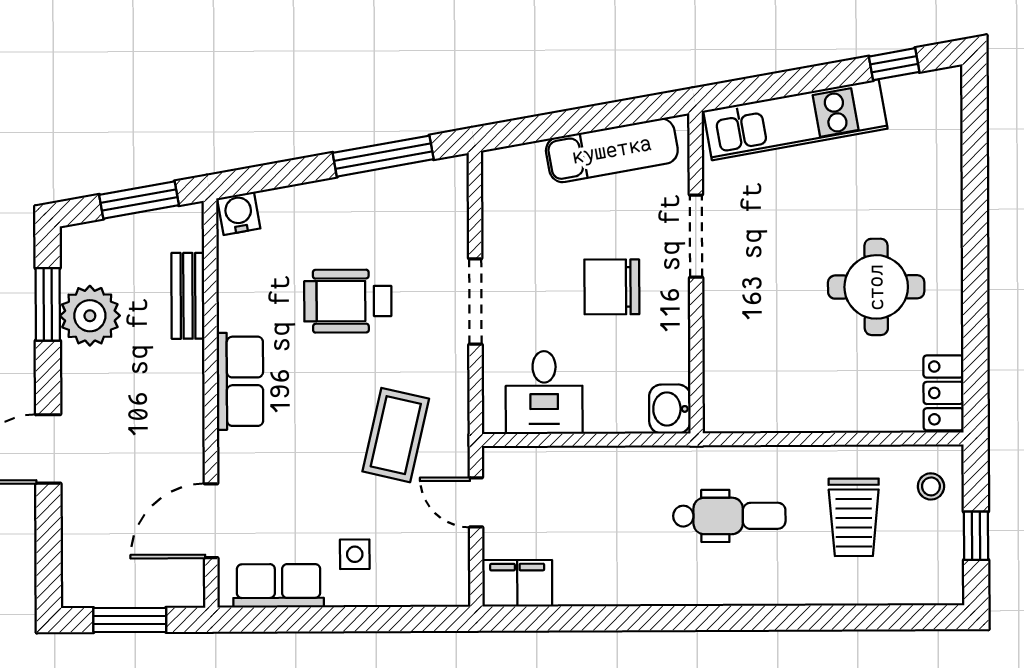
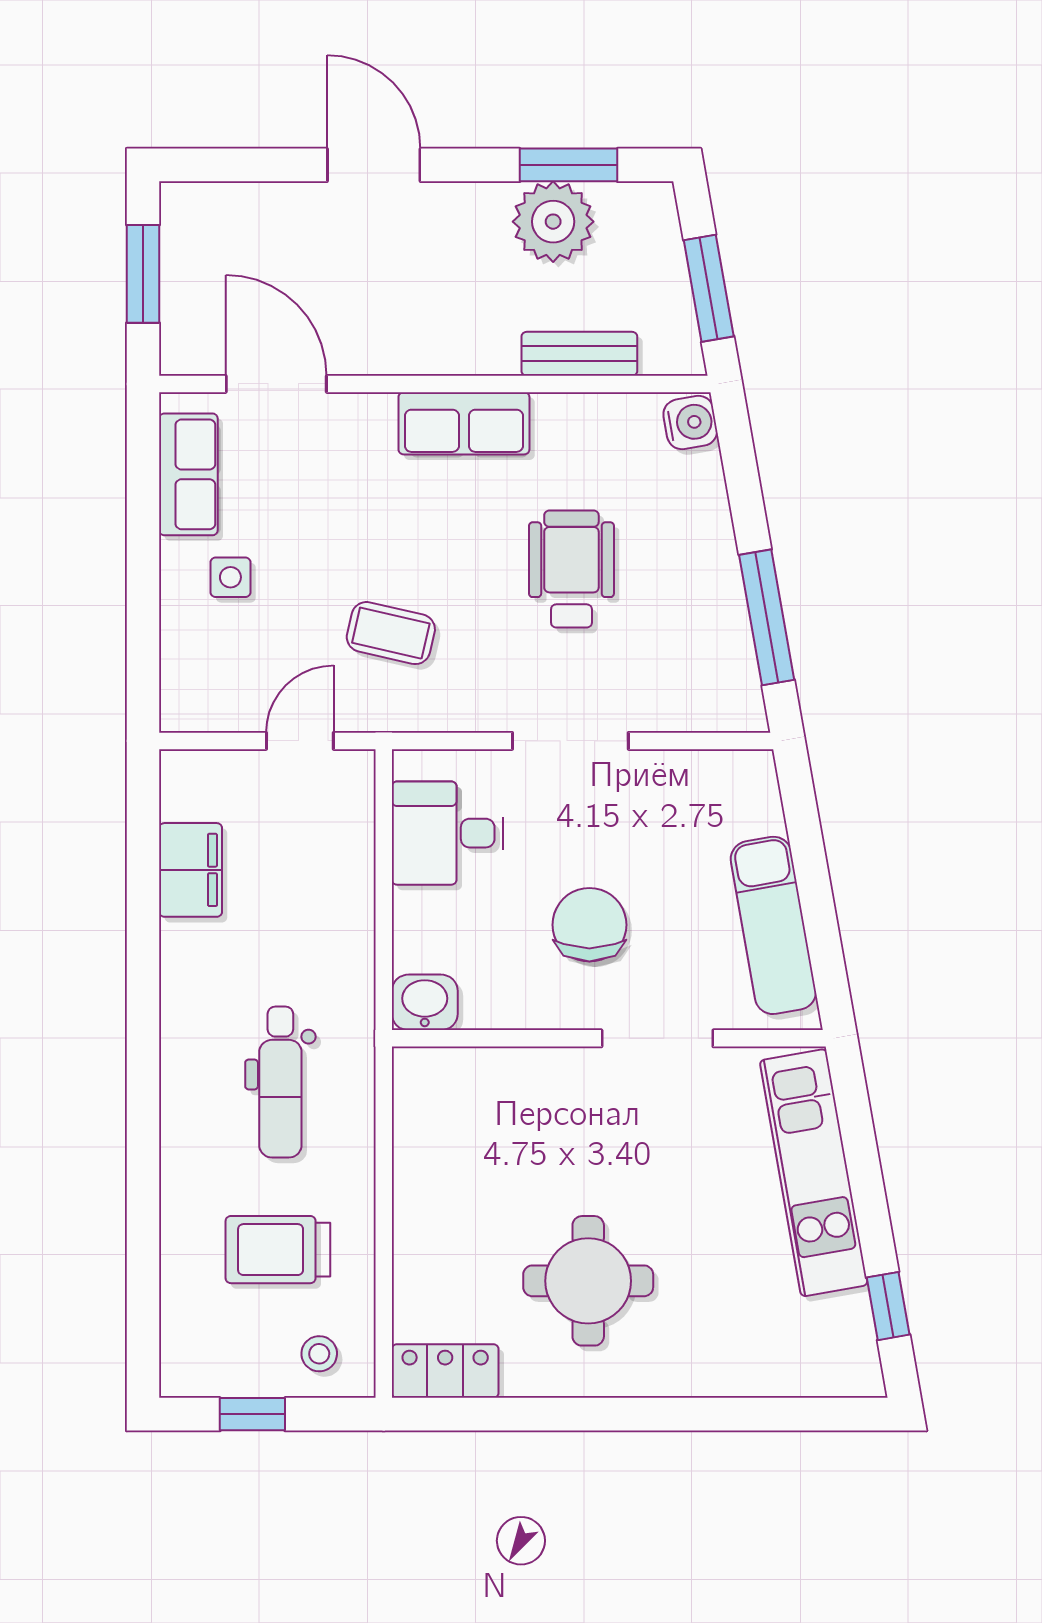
coffee table: (396, 435) -> (391, 633), width x0.73, depth x0.77
filing cabinet: (517, 583) -> (191, 870), moved

